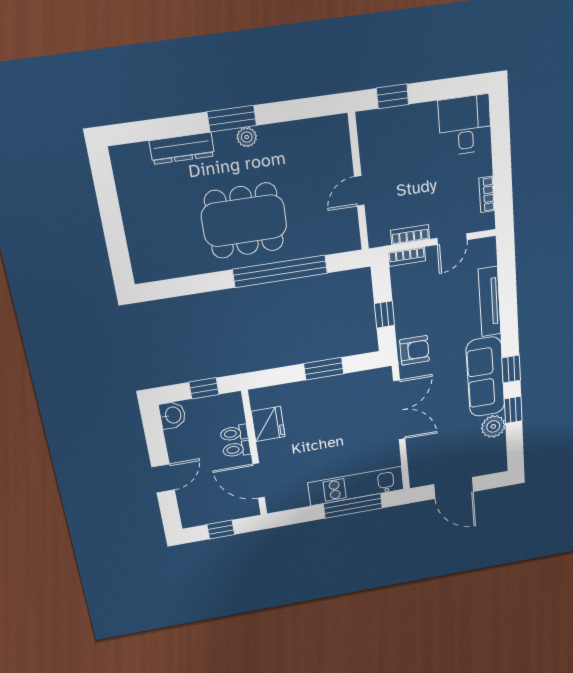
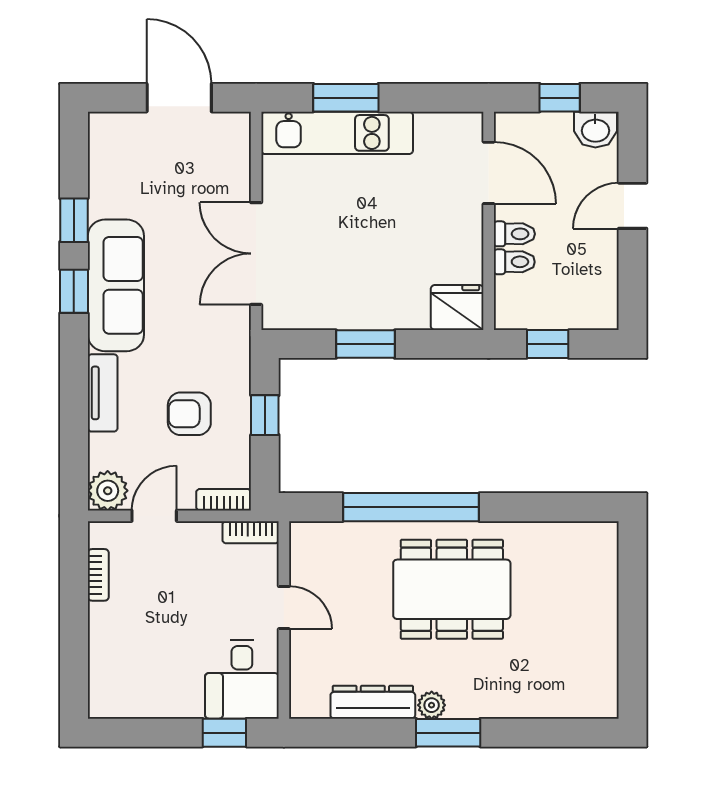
desk: (465, 125) -> (242, 679), moved
dresser: (182, 148) -> (373, 702), moved
door: (359, 191) -> (284, 608), hinge flipped
bookcase: (410, 235) -> (251, 532), moved
tv unit: (490, 302) -> (103, 393), width x0.71
armchair: (414, 350) -> (189, 414), moved
washbasin: (172, 415) -> (595, 130), moved, turned -90
fridge: (268, 424) -> (457, 308), moved, turned 90
plant: (493, 426) -> (108, 491), moved
window: (353, 506) -> (346, 98), width x0.69

